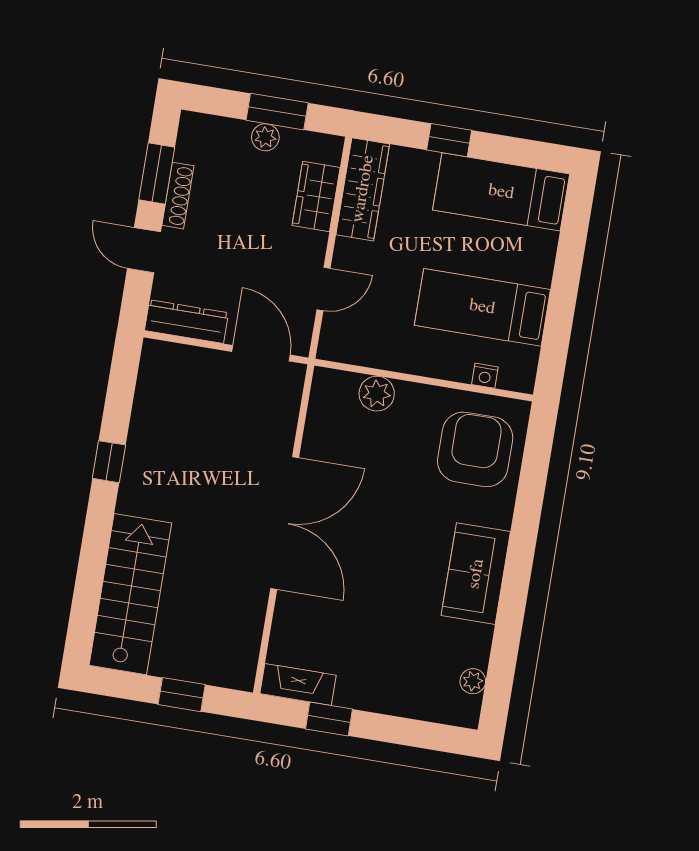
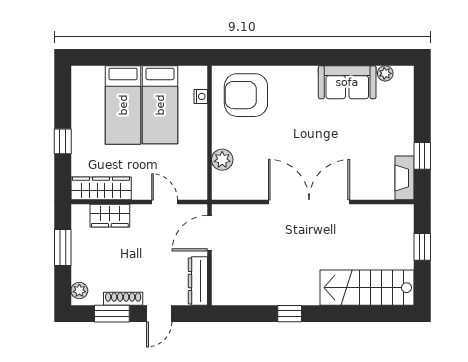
plant: (265, 137) -> (79, 290), moved
bed: (501, 192) -> (123, 105), moved
sofa: (476, 574) -> (347, 82), moved

